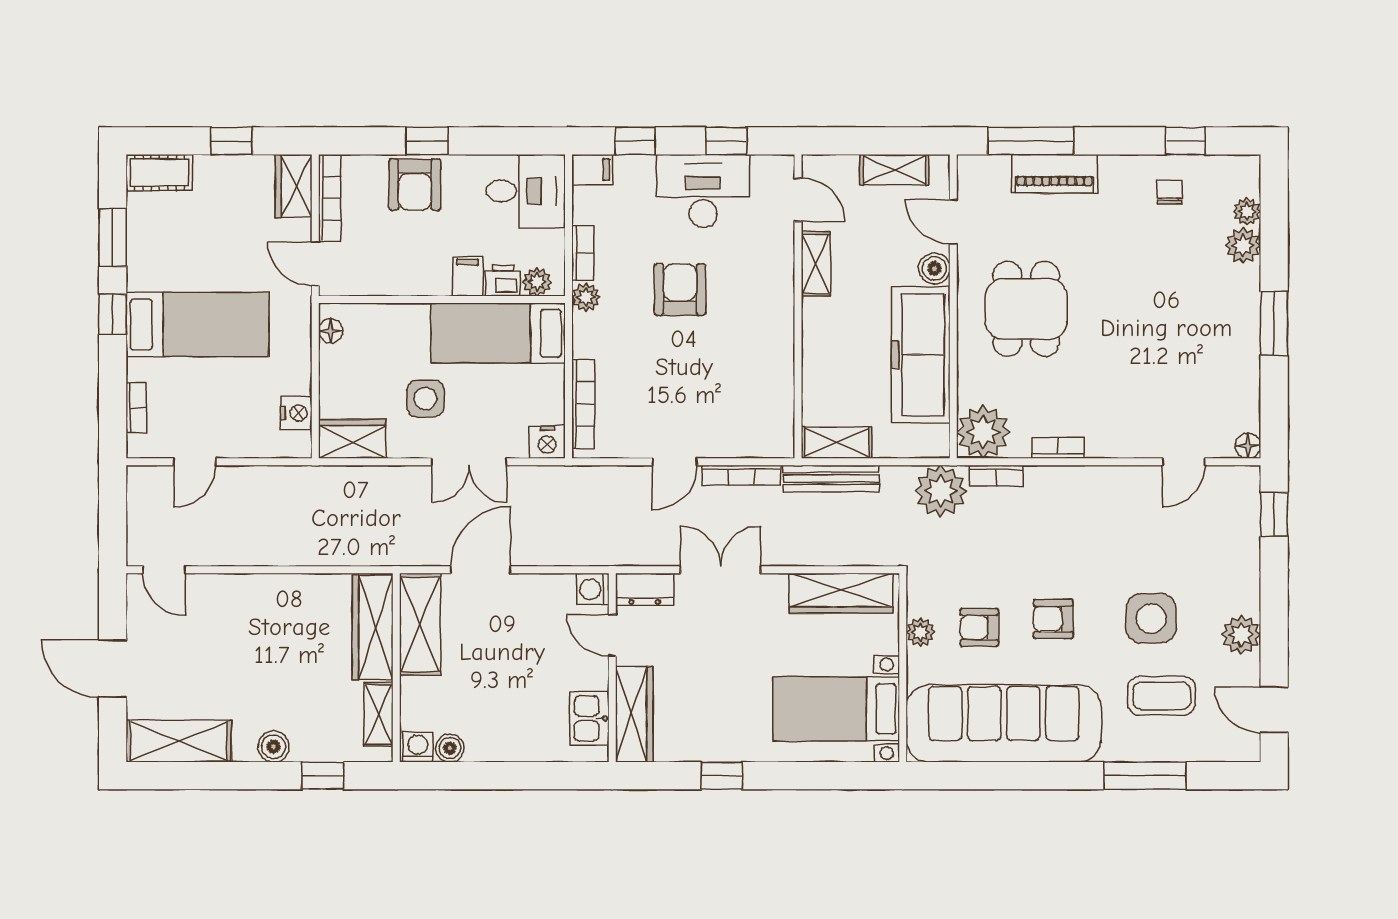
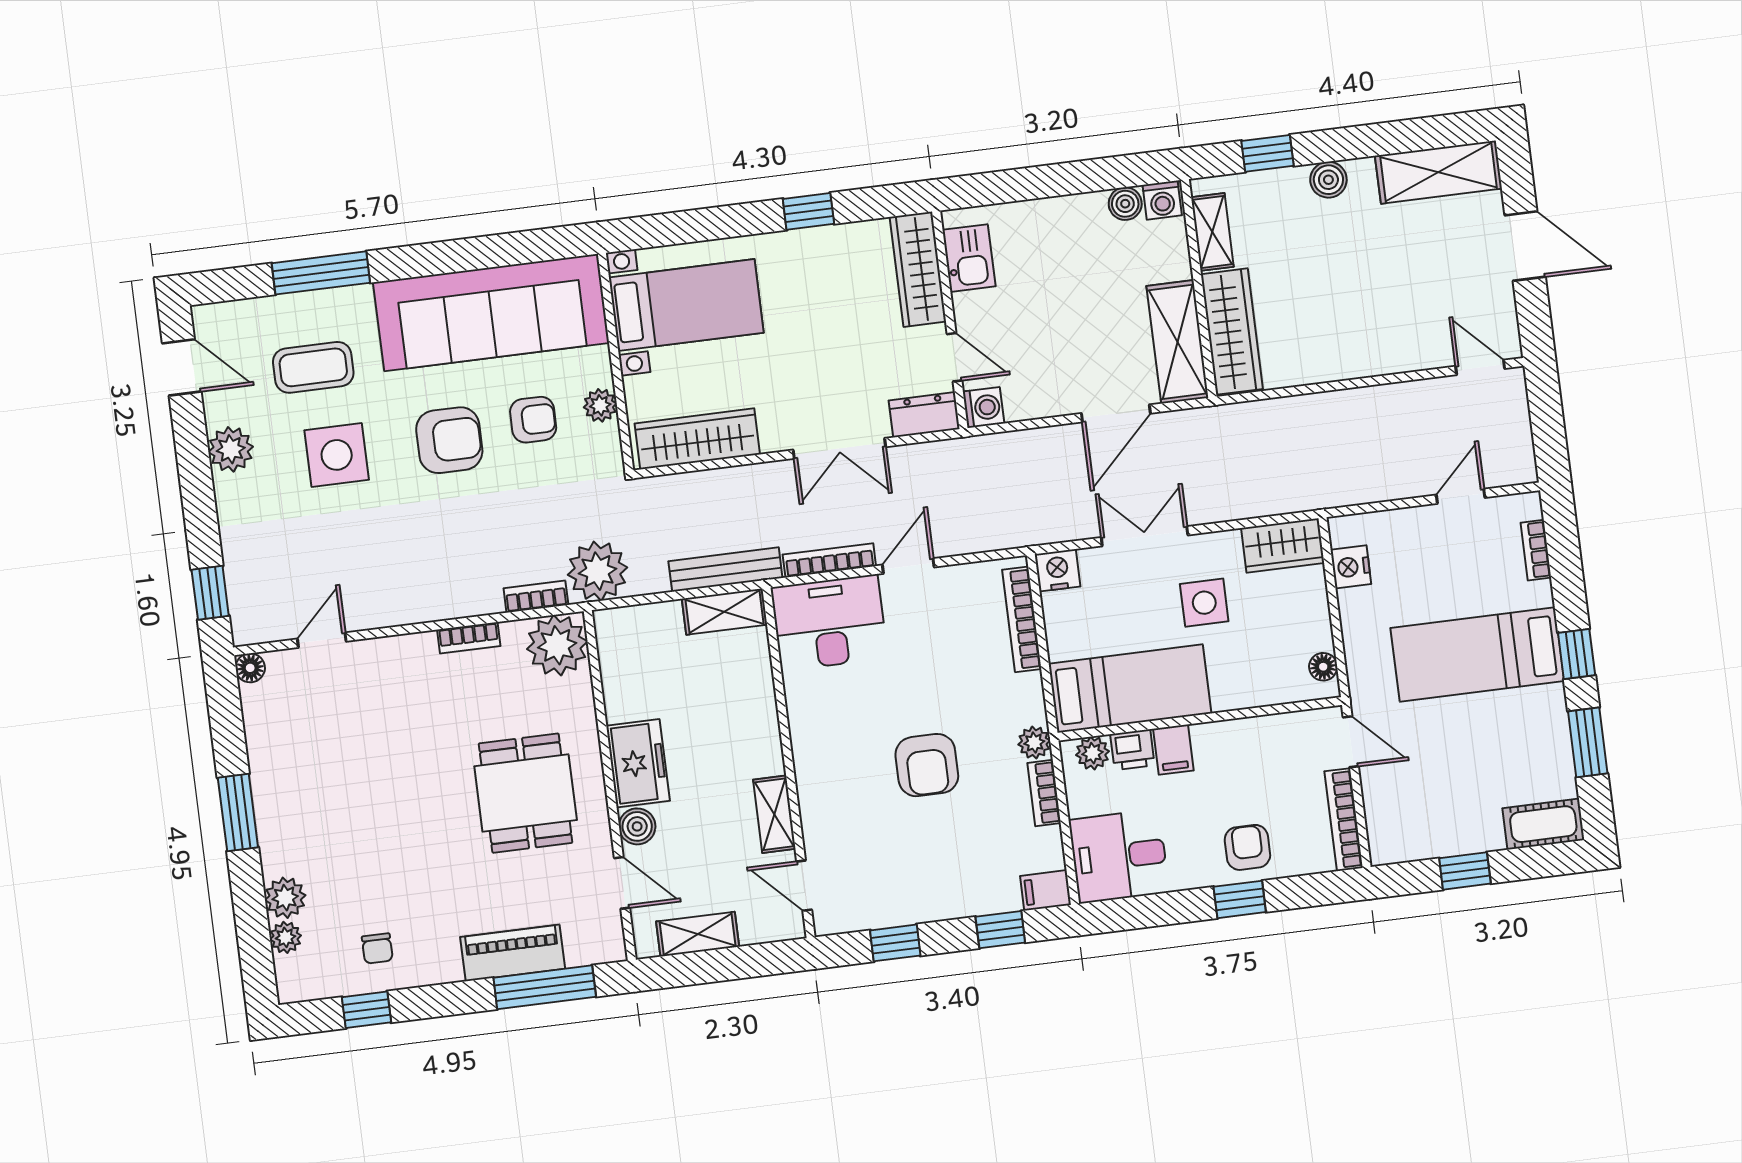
armchair: (415, 185) -> (1247, 847), width x0.72, depth x0.72
wardrobe: (294, 186) -> (1387, 828), removed
desk: (703, 191) -> (829, 623), moved, turned 180
freezer: (921, 355) -> (638, 763), width x0.52, depth x0.79
armchair: (1053, 619) -> (449, 440), width x1.38, depth x1.38

